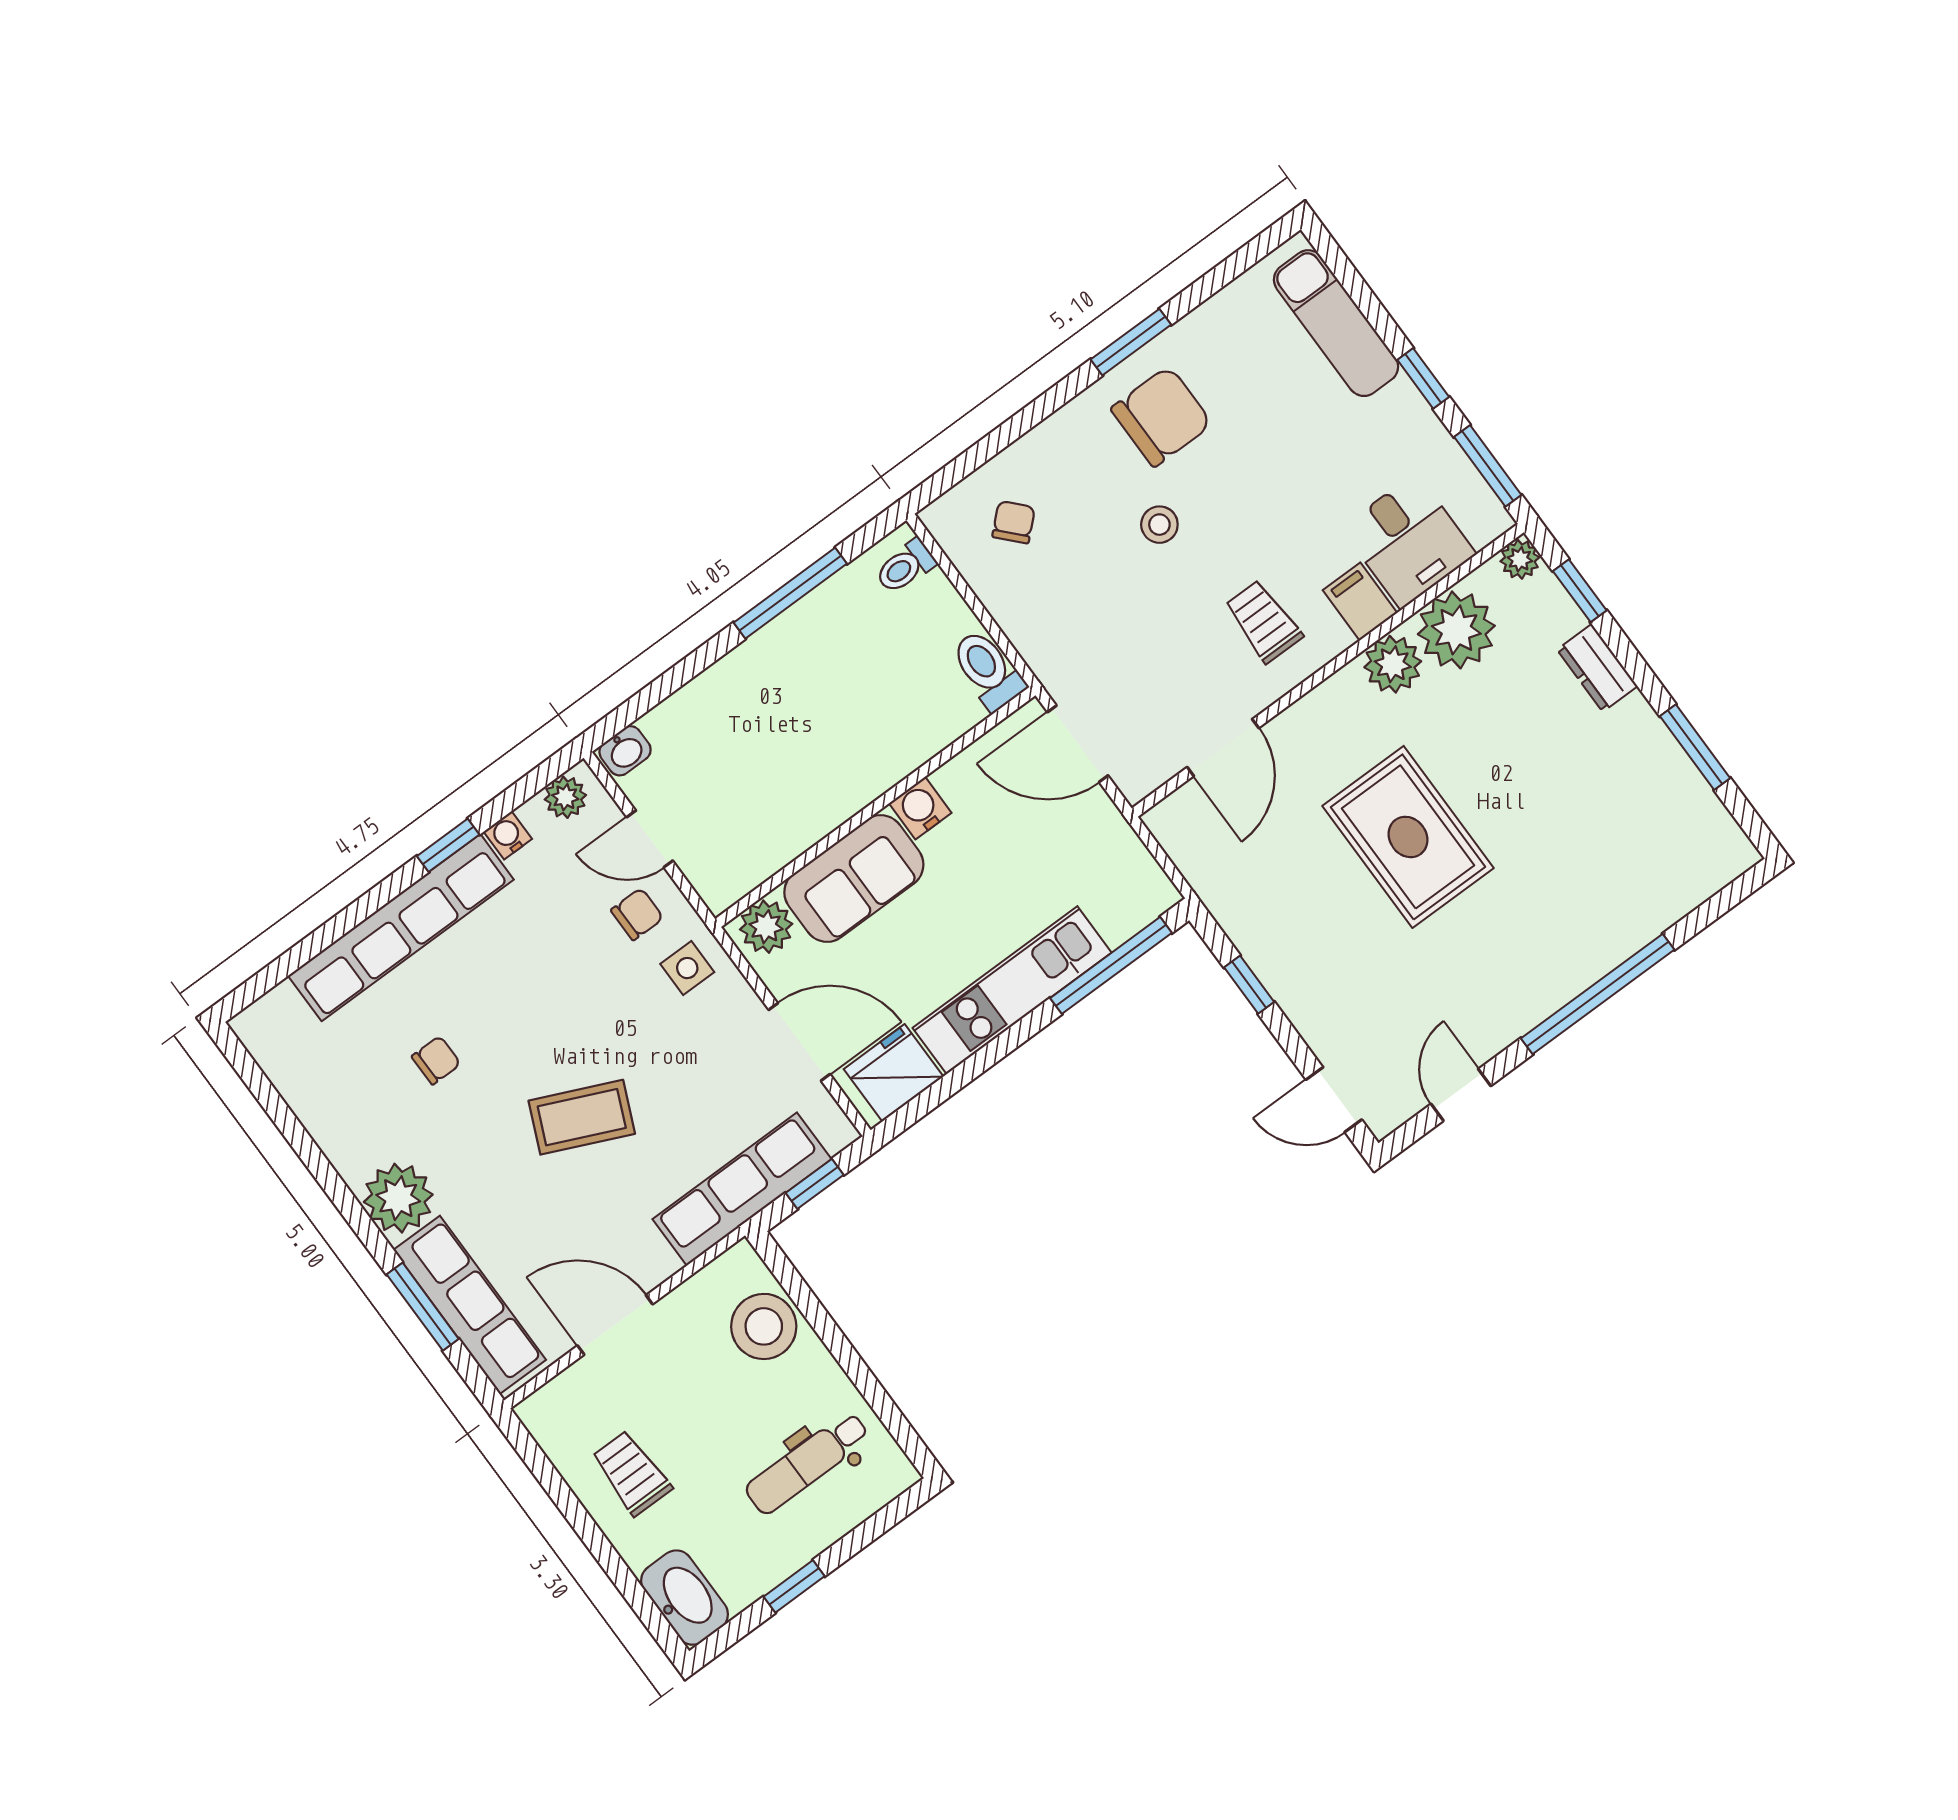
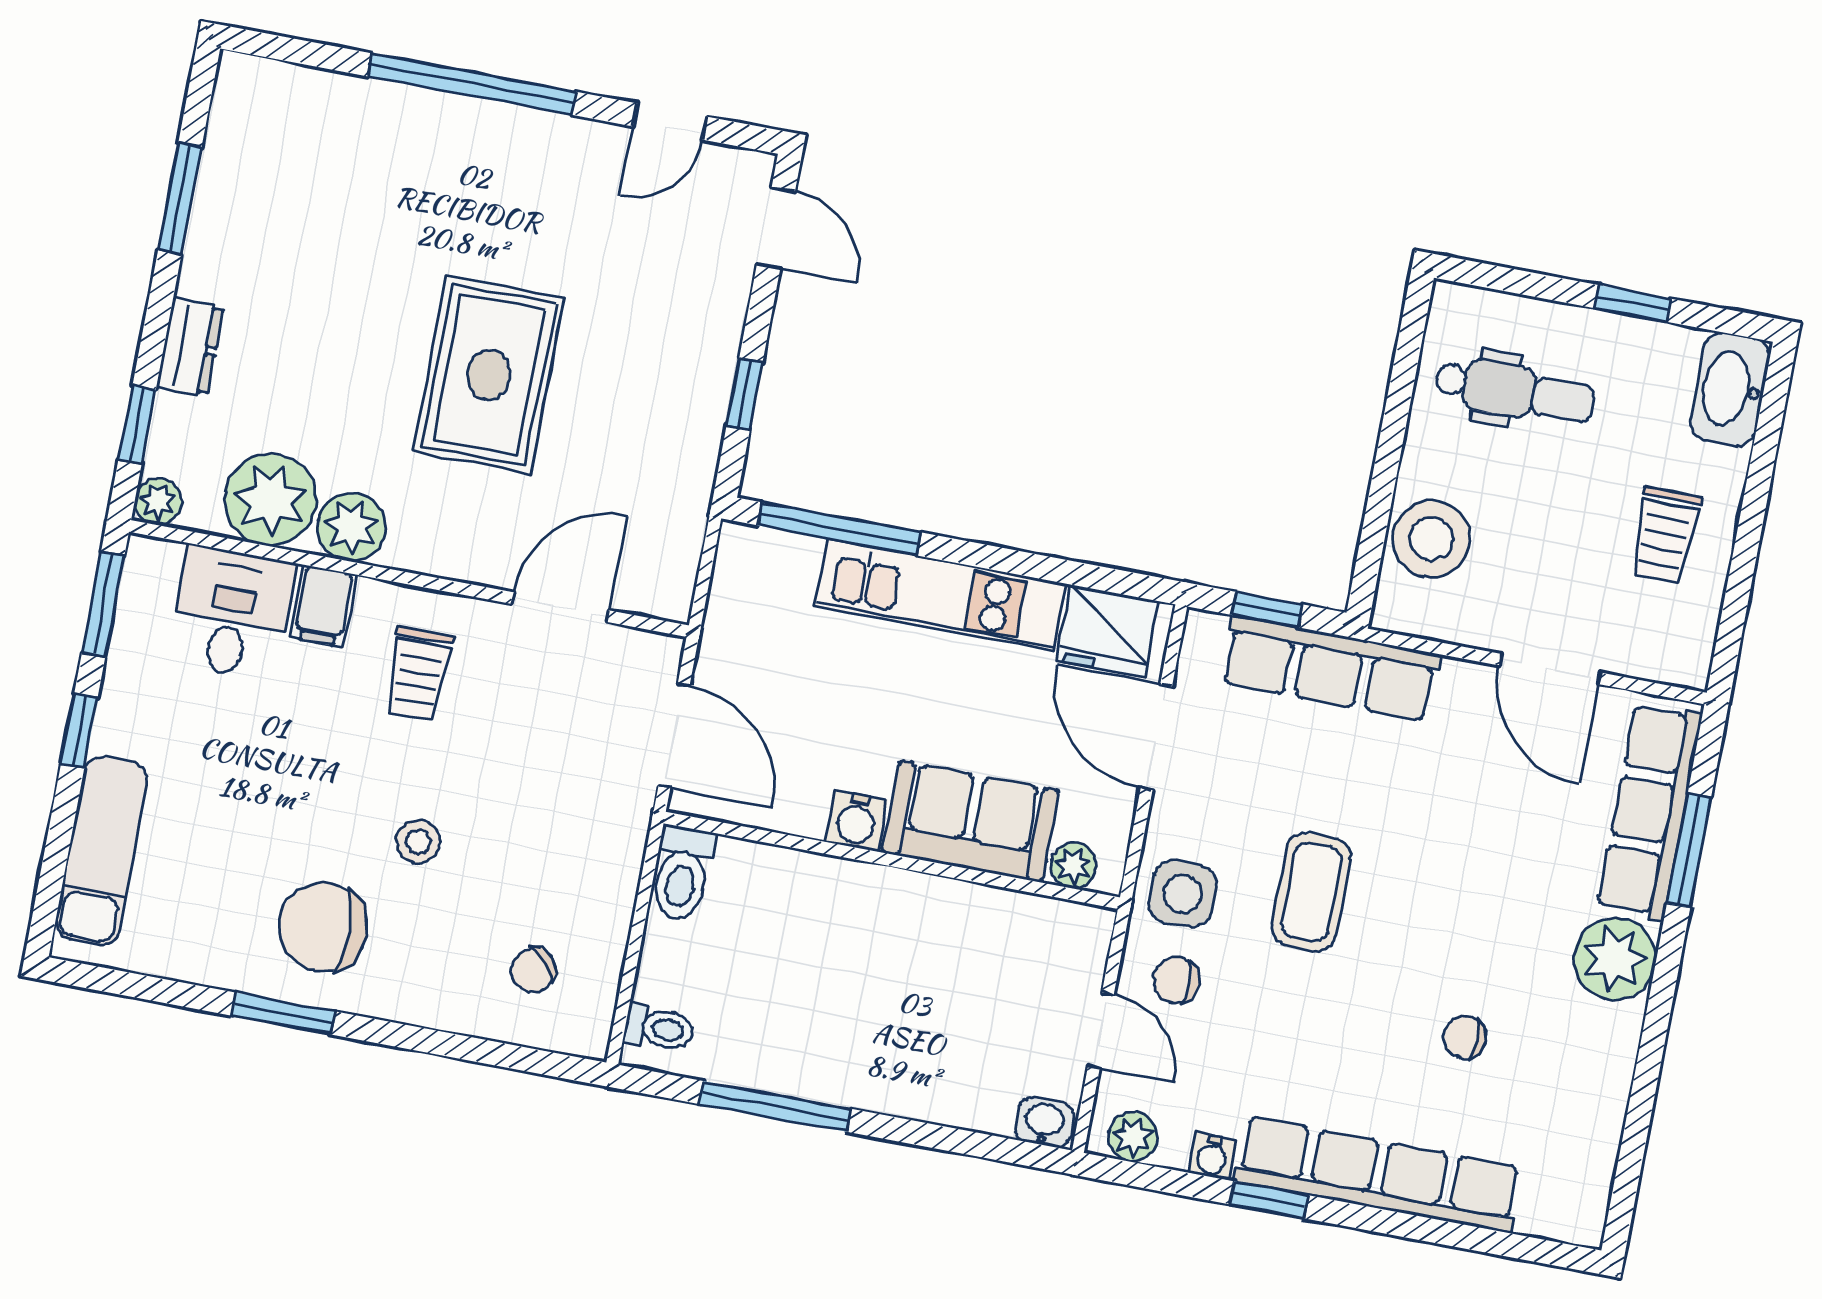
plant: (766, 927) -> (1073, 866), width x0.73, depth x0.73
side table: (687, 968) -> (1183, 894), width x1.37, depth x1.37
coffee table: (582, 1117) -> (1311, 892), moved, turned 66

